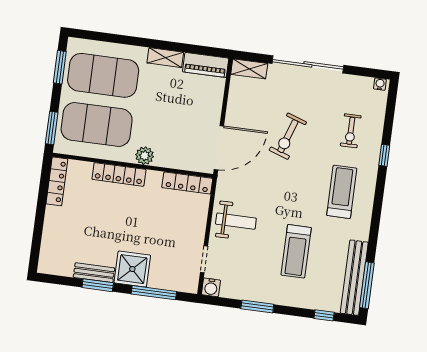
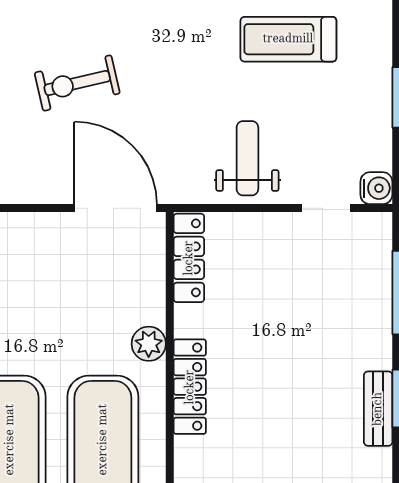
exercise bike: (288, 136) -> (77, 83), turned 148
treadmill: (296, 251) -> (288, 39), turned 180
shower: (132, 269) -> (362, 338), removed

